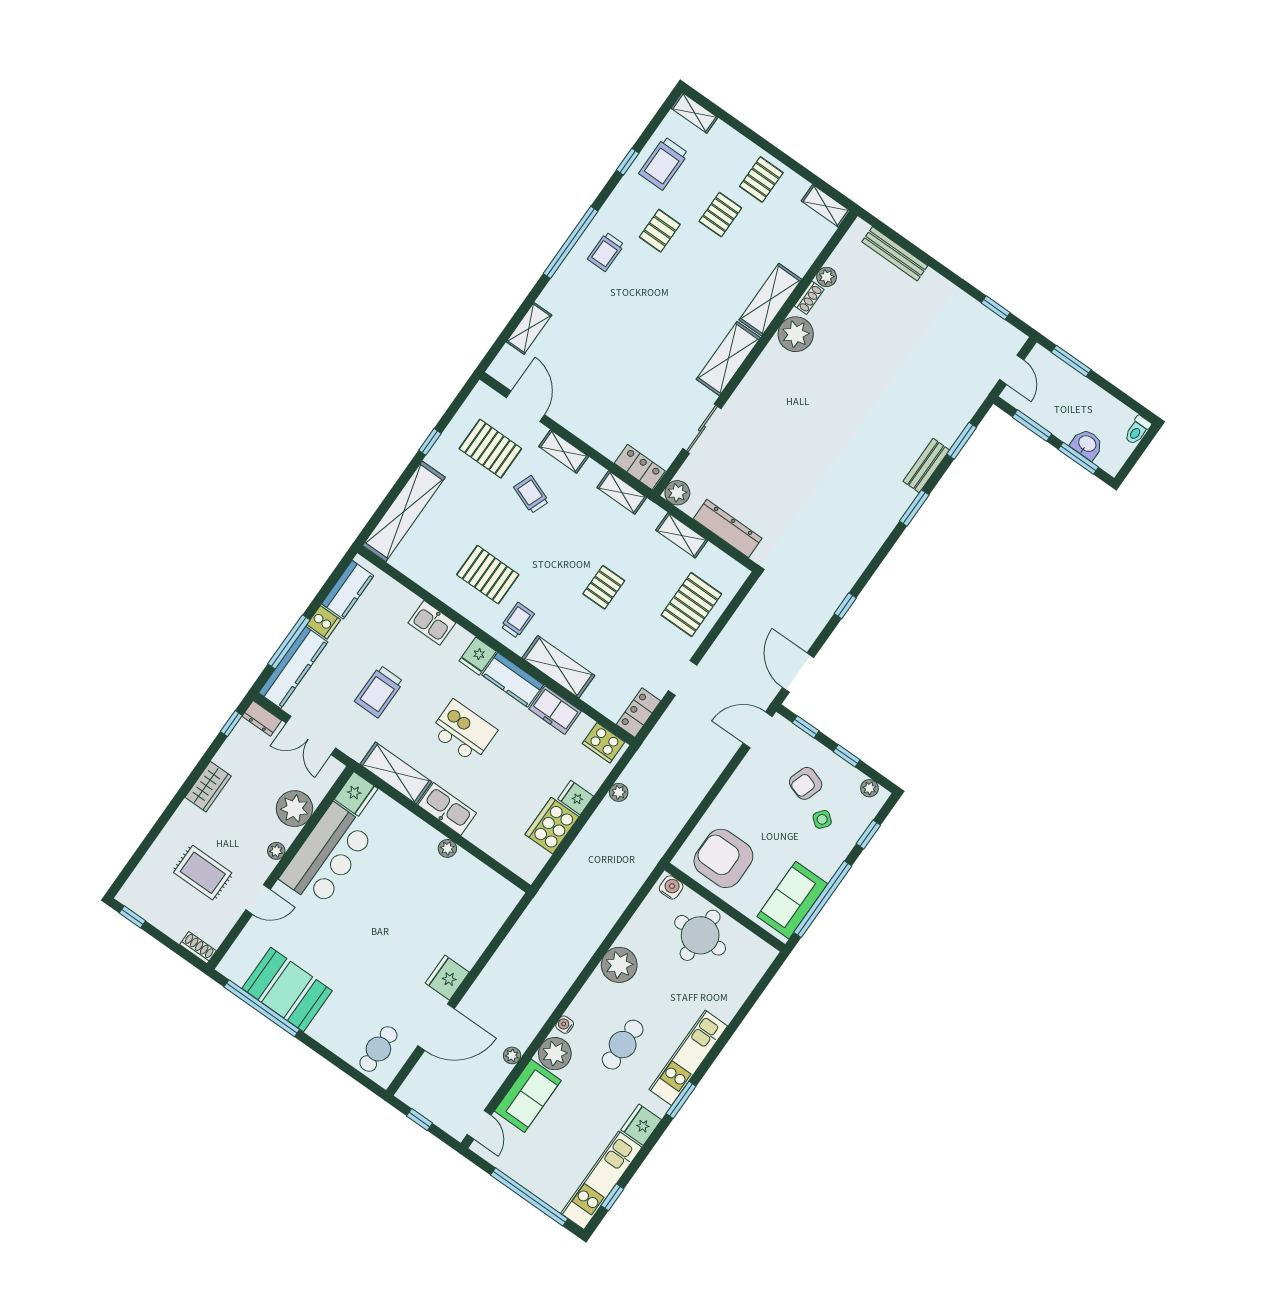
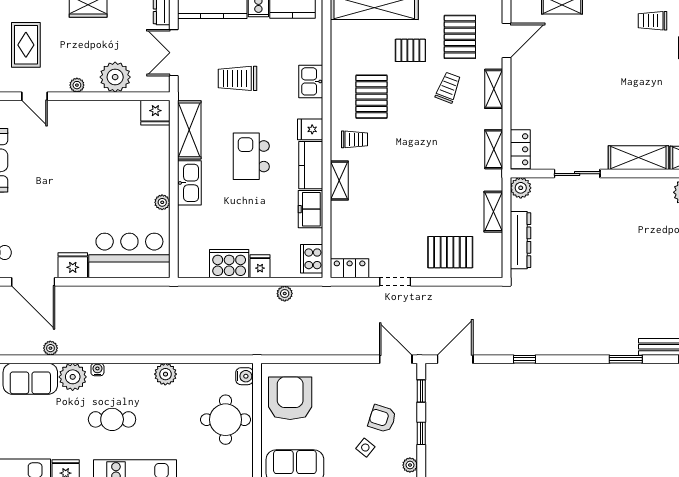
pallet: (604, 587) -> (410, 50), moved
shelving: (558, 667) -> (339, 181), width x0.67, depth x0.75
kitchen island: (464, 731) -> (251, 156), turned 180
bar counter: (327, 855) -> (129, 256), moved, turned 180
plant: (619, 965) -> (165, 374), width x0.73, depth x0.73

